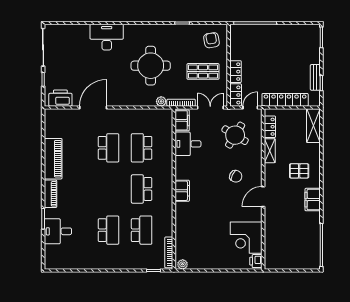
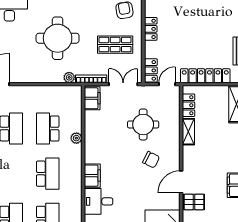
locker: (235, 72) -> (151, 29), moved
round table: (235, 135) -> (143, 124), moved, turned -31
desk: (188, 144) -> (99, 201), moved
plant: (168, 157) -> (76, 138), added
pallet: (299, 171) -> (194, 202), moved
school desk: (142, 189) -> (48, 174), turned 180

